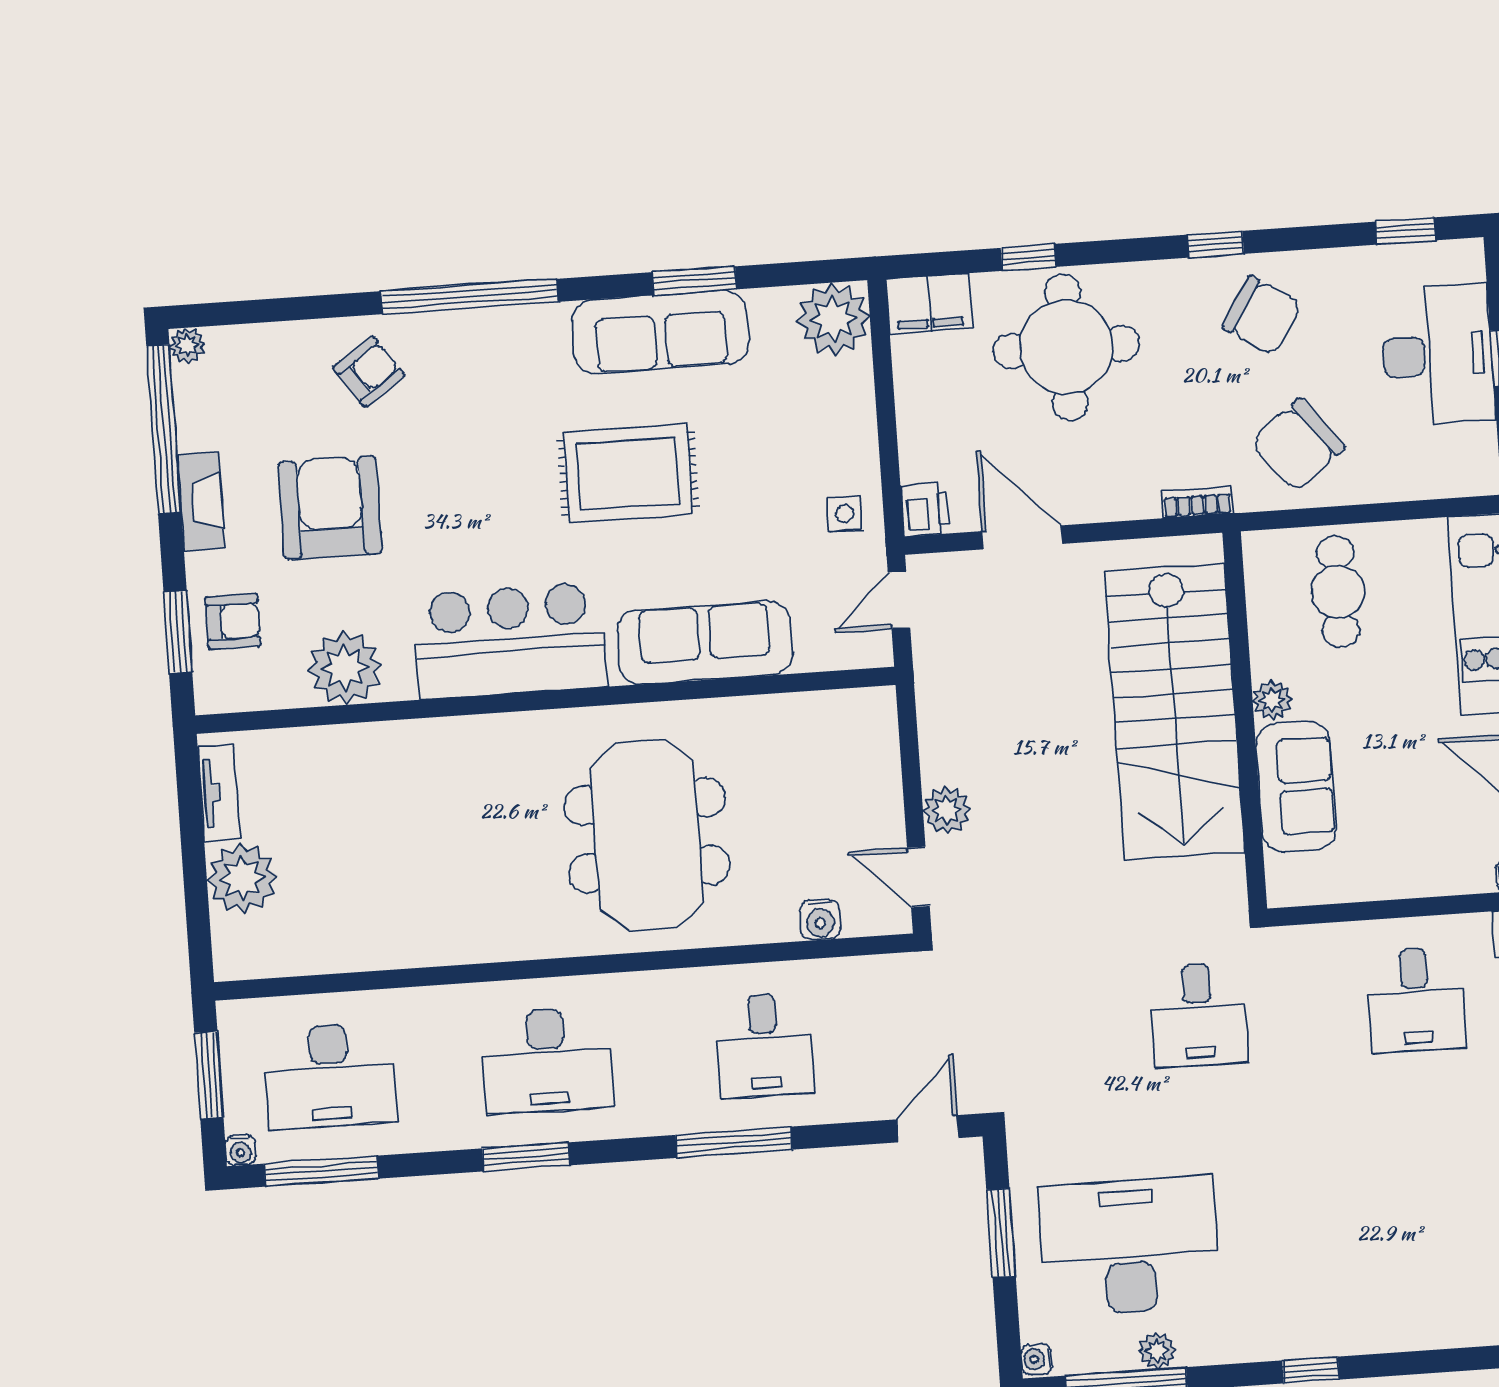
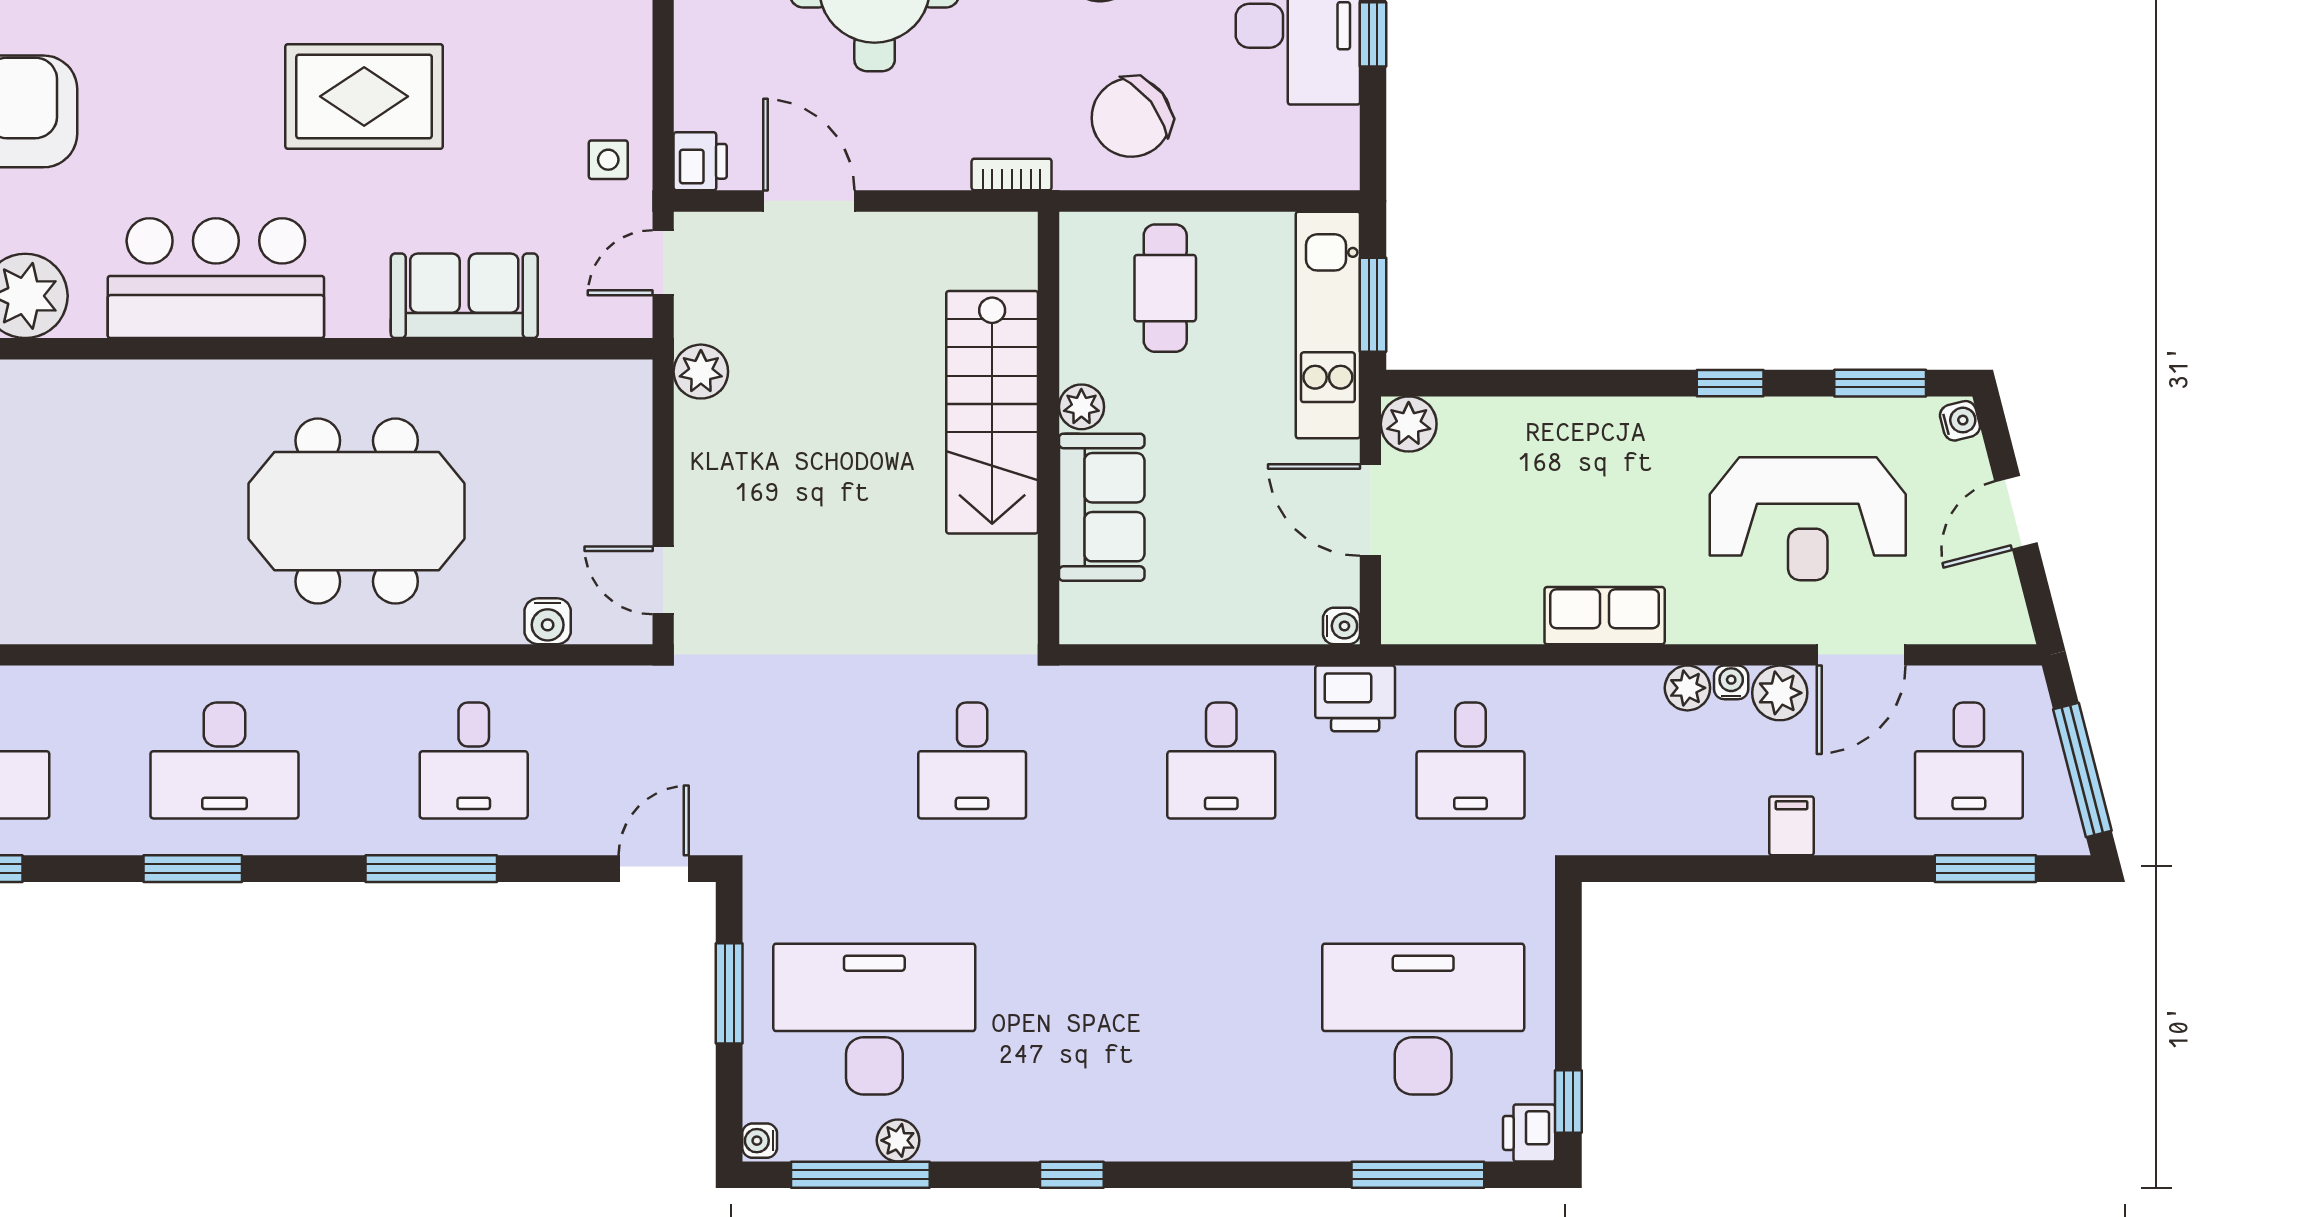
sofa: (705, 643) -> (464, 296), width x0.73
stairs: (1175, 712) -> (992, 412), width x0.73, depth x0.66
plant: (947, 810) -> (701, 372), moved
meeting table: (647, 835) -> (357, 511), turned 90

